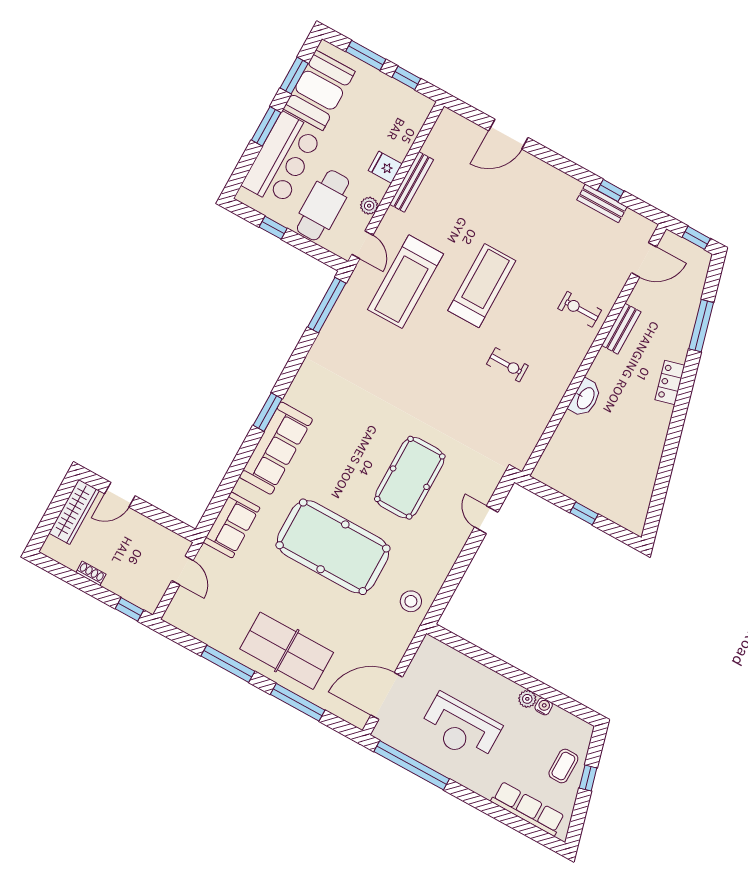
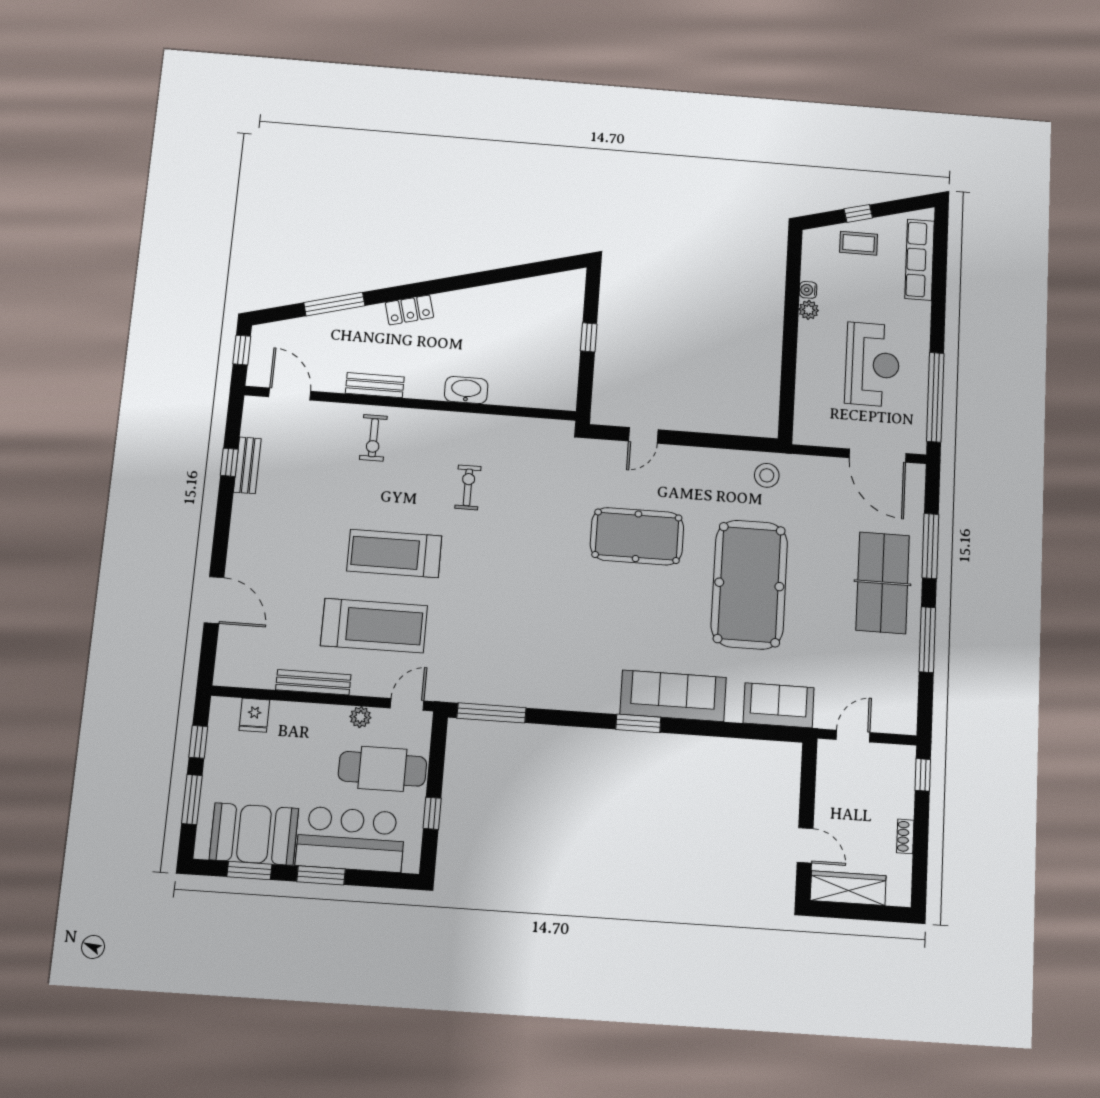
fridge: (385, 167) -> (254, 715), moved
treadmill: (406, 282) -> (374, 626), moved

